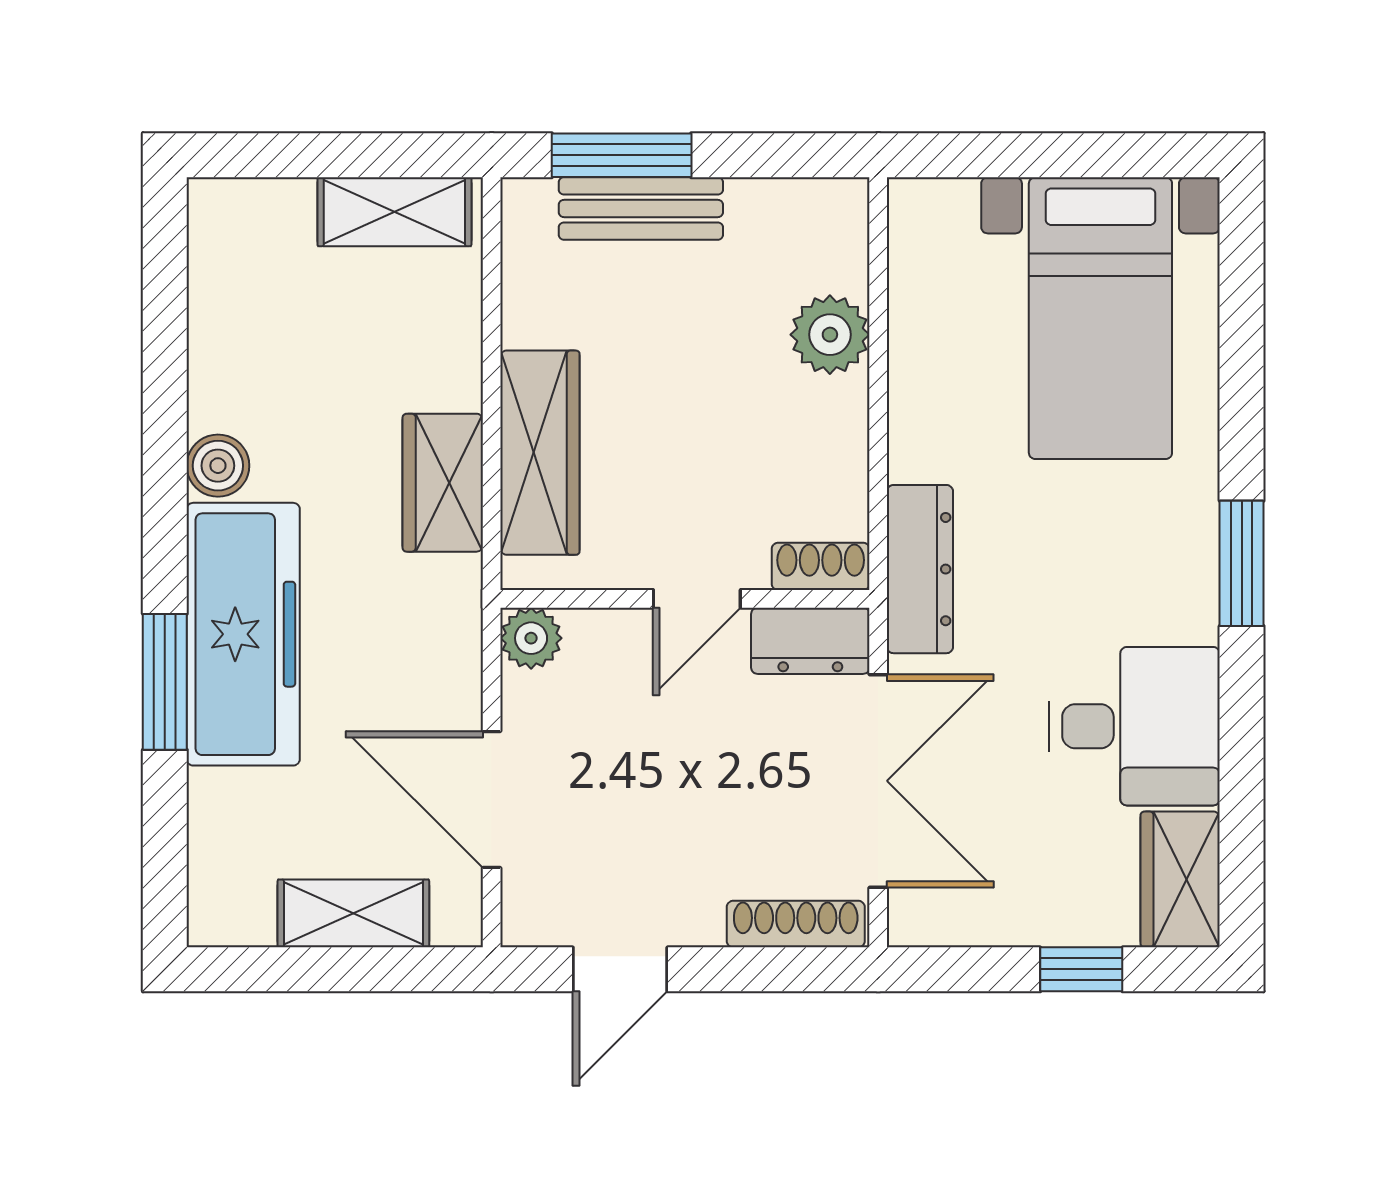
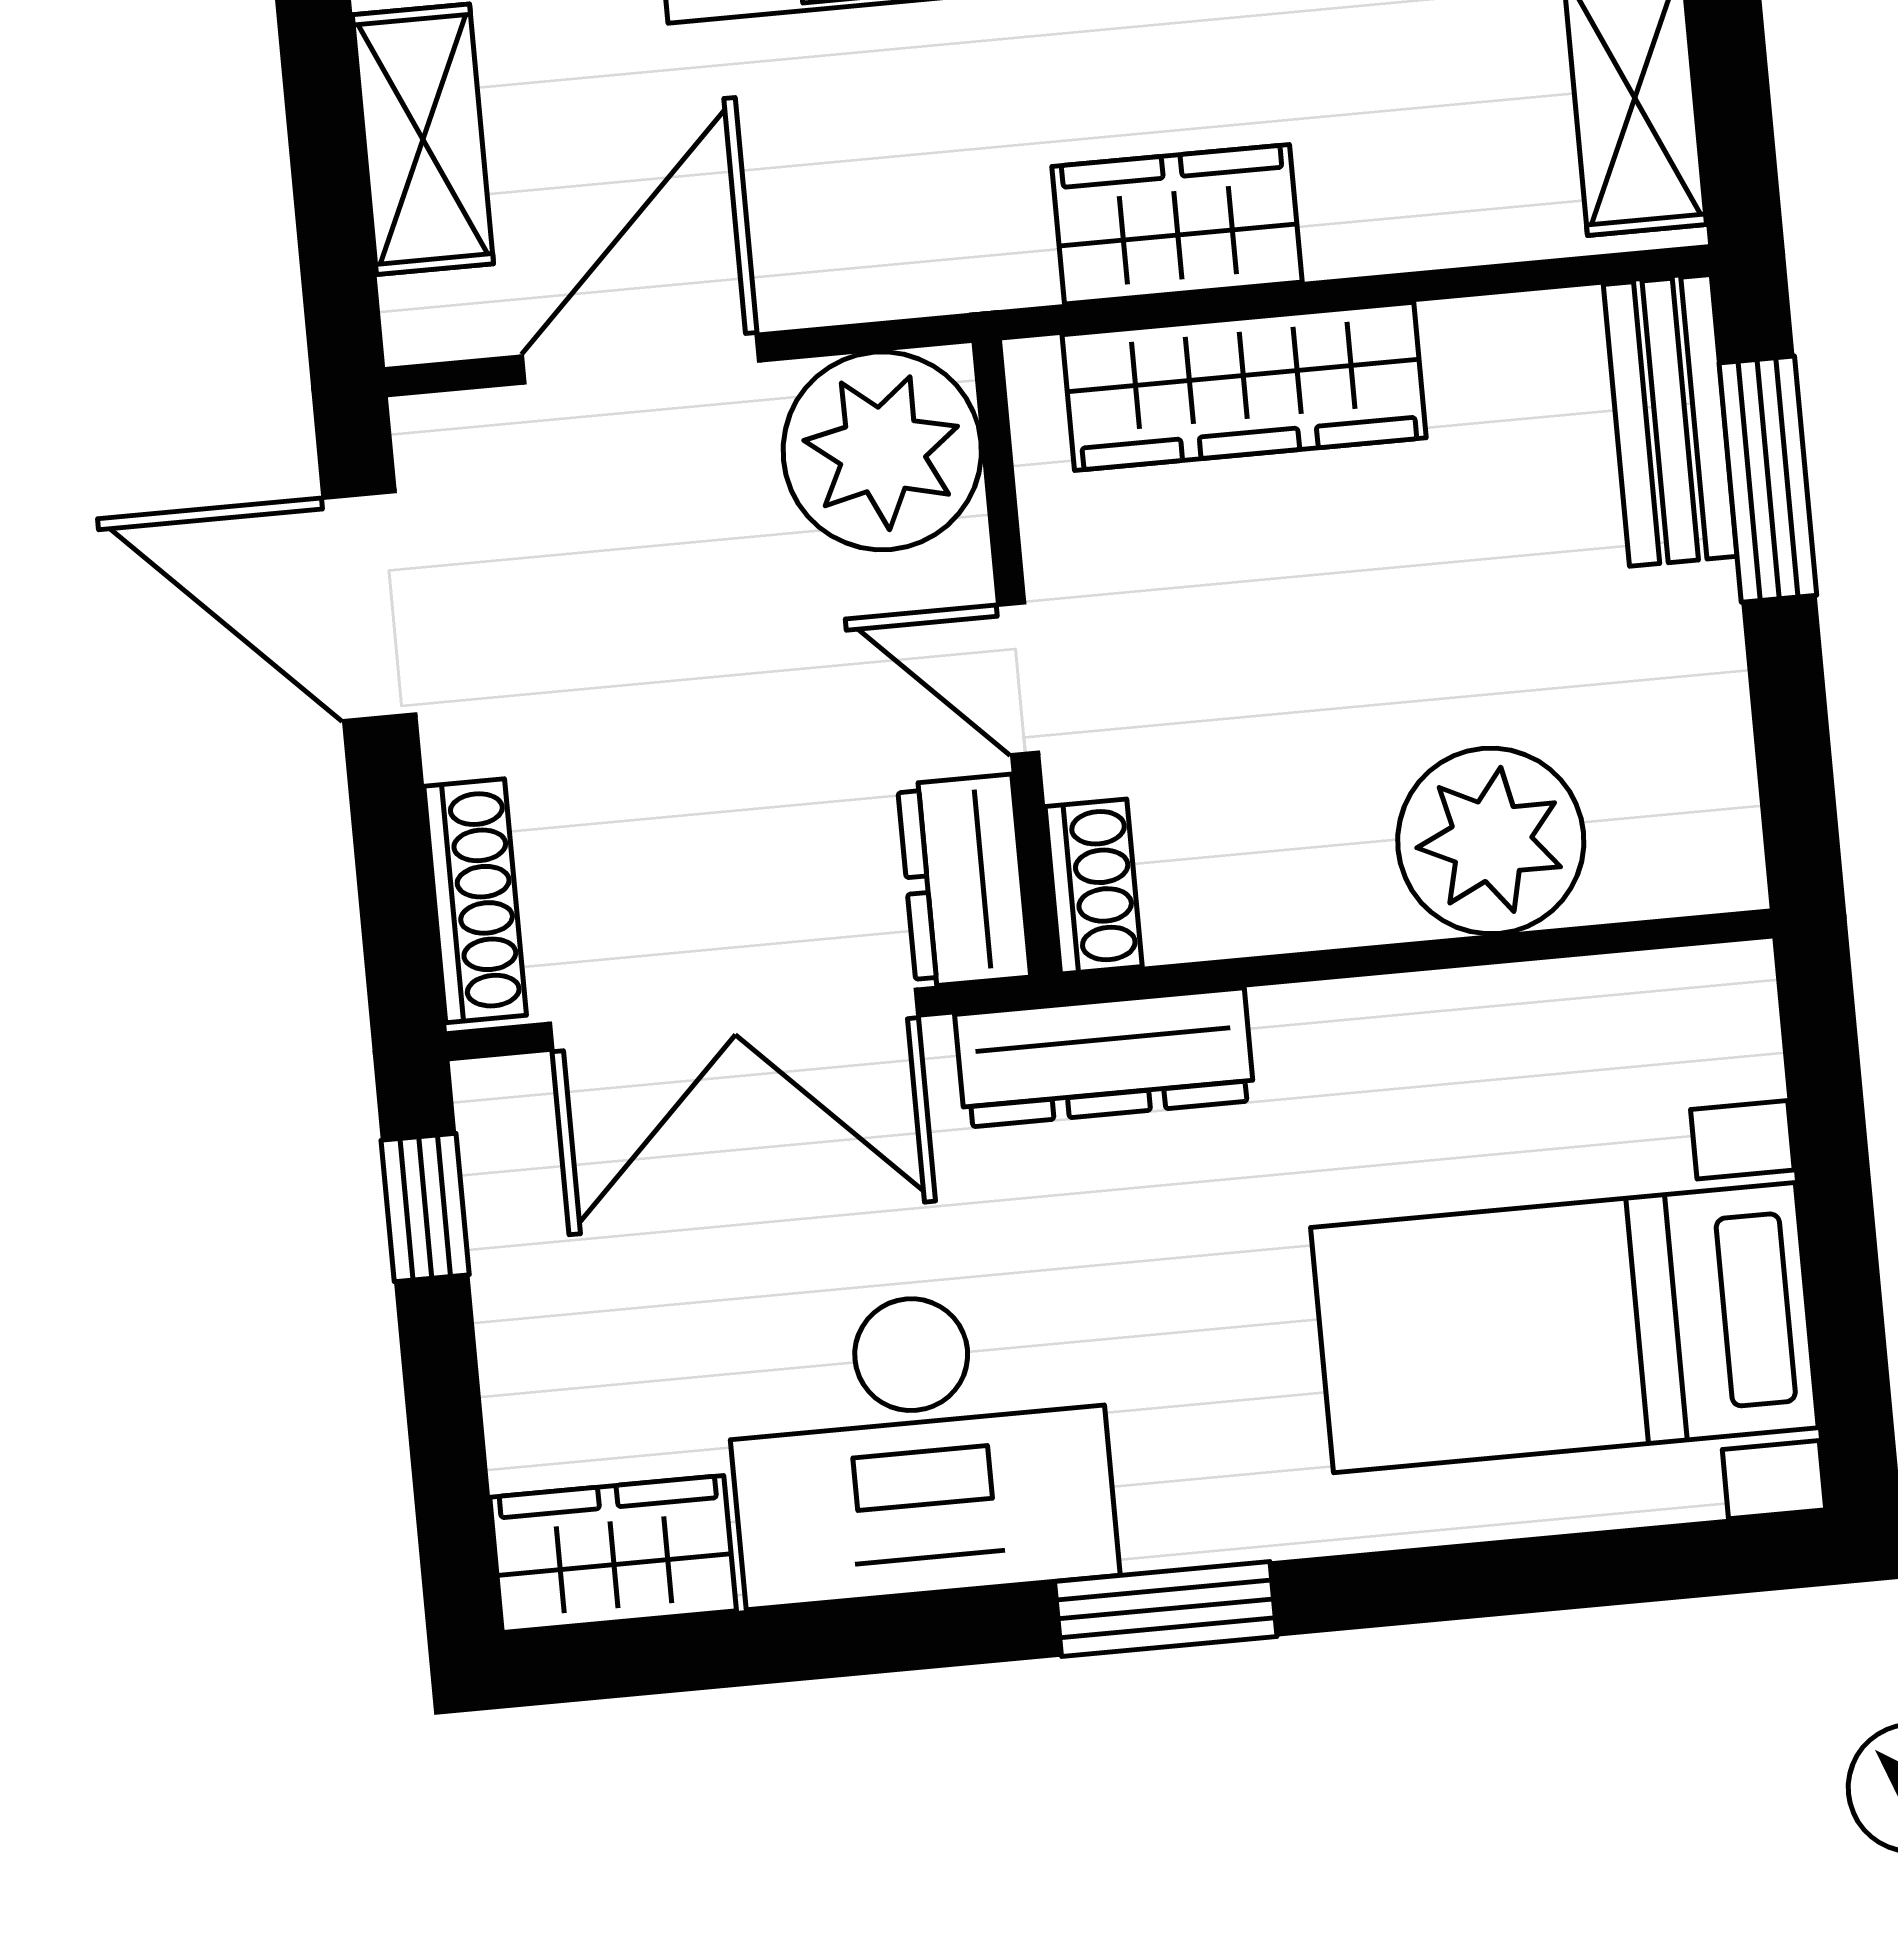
bench: (641, 208) -> (1670, 420), moved
plant: (830, 335) -> (1491, 841), width x1.36, depth x1.36
plant: (531, 638) -> (882, 451), width x1.88, depth x1.88
desk: (1134, 726) -> (920, 1446), width x1.37
door: (620, 969) -> (369, 606), width x1.38
window: (1081, 969) -> (425, 1208), moved

